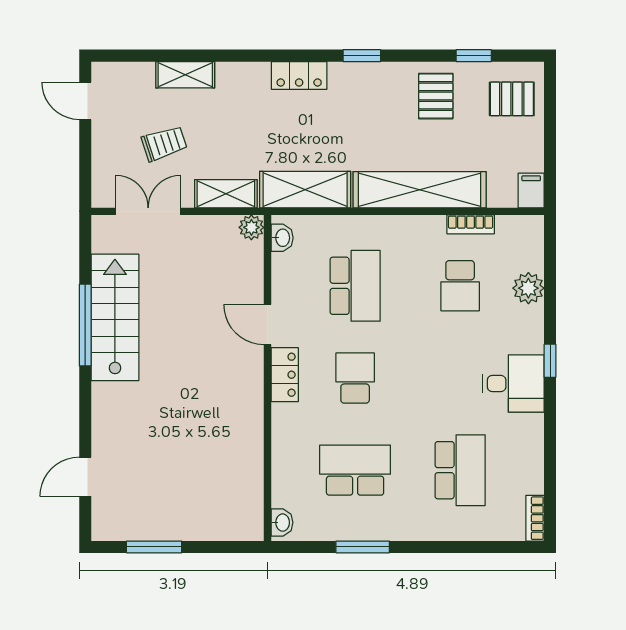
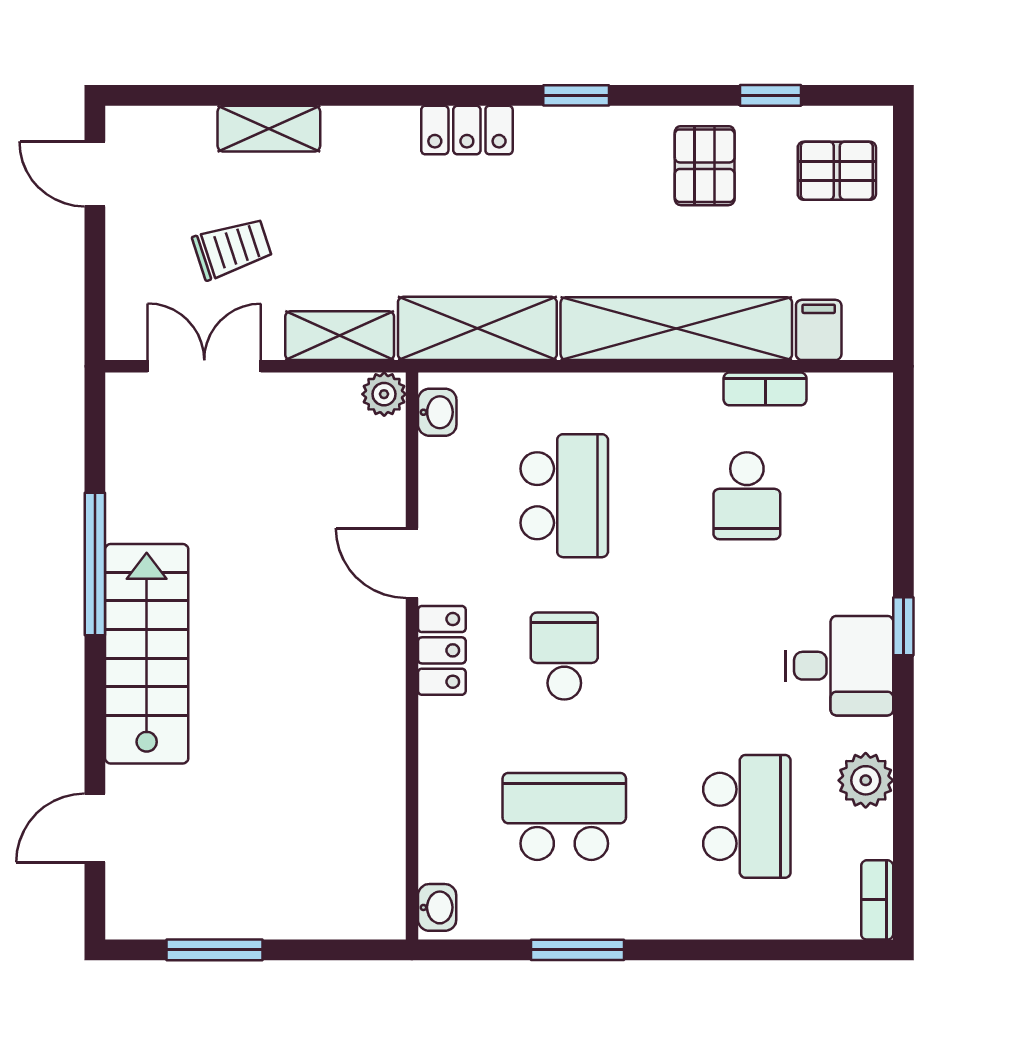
filing cabinet: (531, 190) -> (819, 330), moved
plant: (528, 288) -> (866, 780), moved
stairs: (115, 317) -> (147, 654), moved

